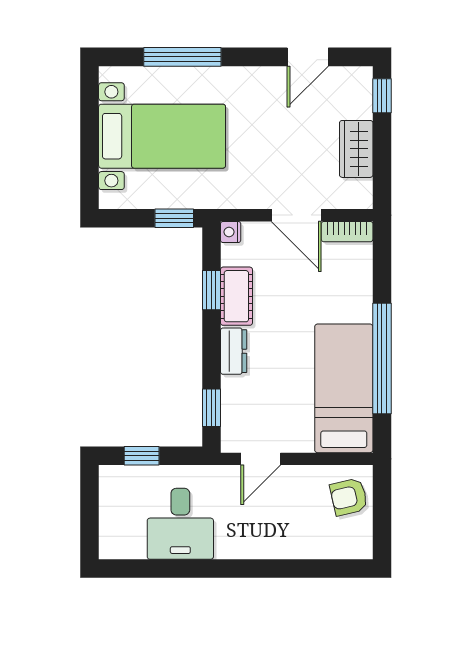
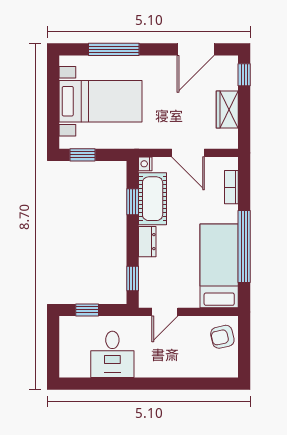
door: (308, 57) -> (196, 49), width x1.38
window: (174, 218) -> (82, 155), moved
bookcase: (347, 232) -> (231, 187), moved, turned 90
cot: (236, 296) -> (153, 199), width x1.37, depth x1.34

